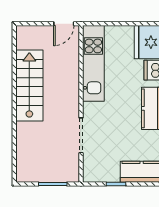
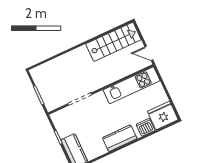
stairs: (29, 85) -> (113, 42), moved

